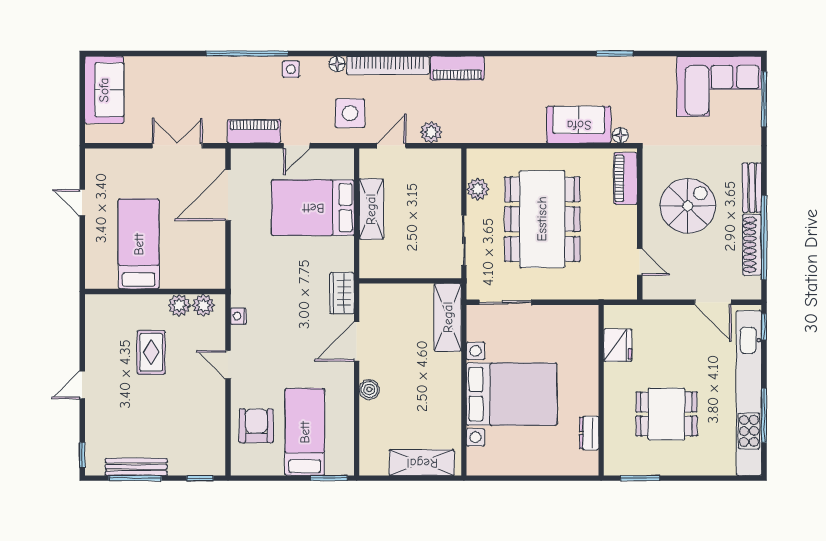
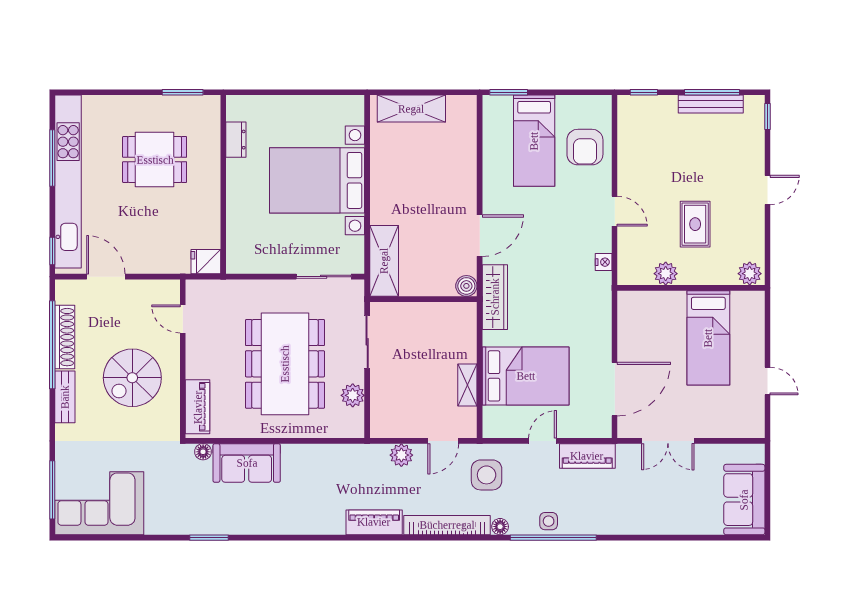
window: (247, 54) -> (553, 538), moved
shelving: (371, 209) -> (467, 385), width x0.67, depth x0.75
wardrobe: (342, 293) -> (495, 297), width x1.50
plant: (203, 305) -> (750, 274), moved
fridge: (618, 345) -> (206, 262), moved, width x0.72
boiler: (369, 389) -> (466, 286), moved

